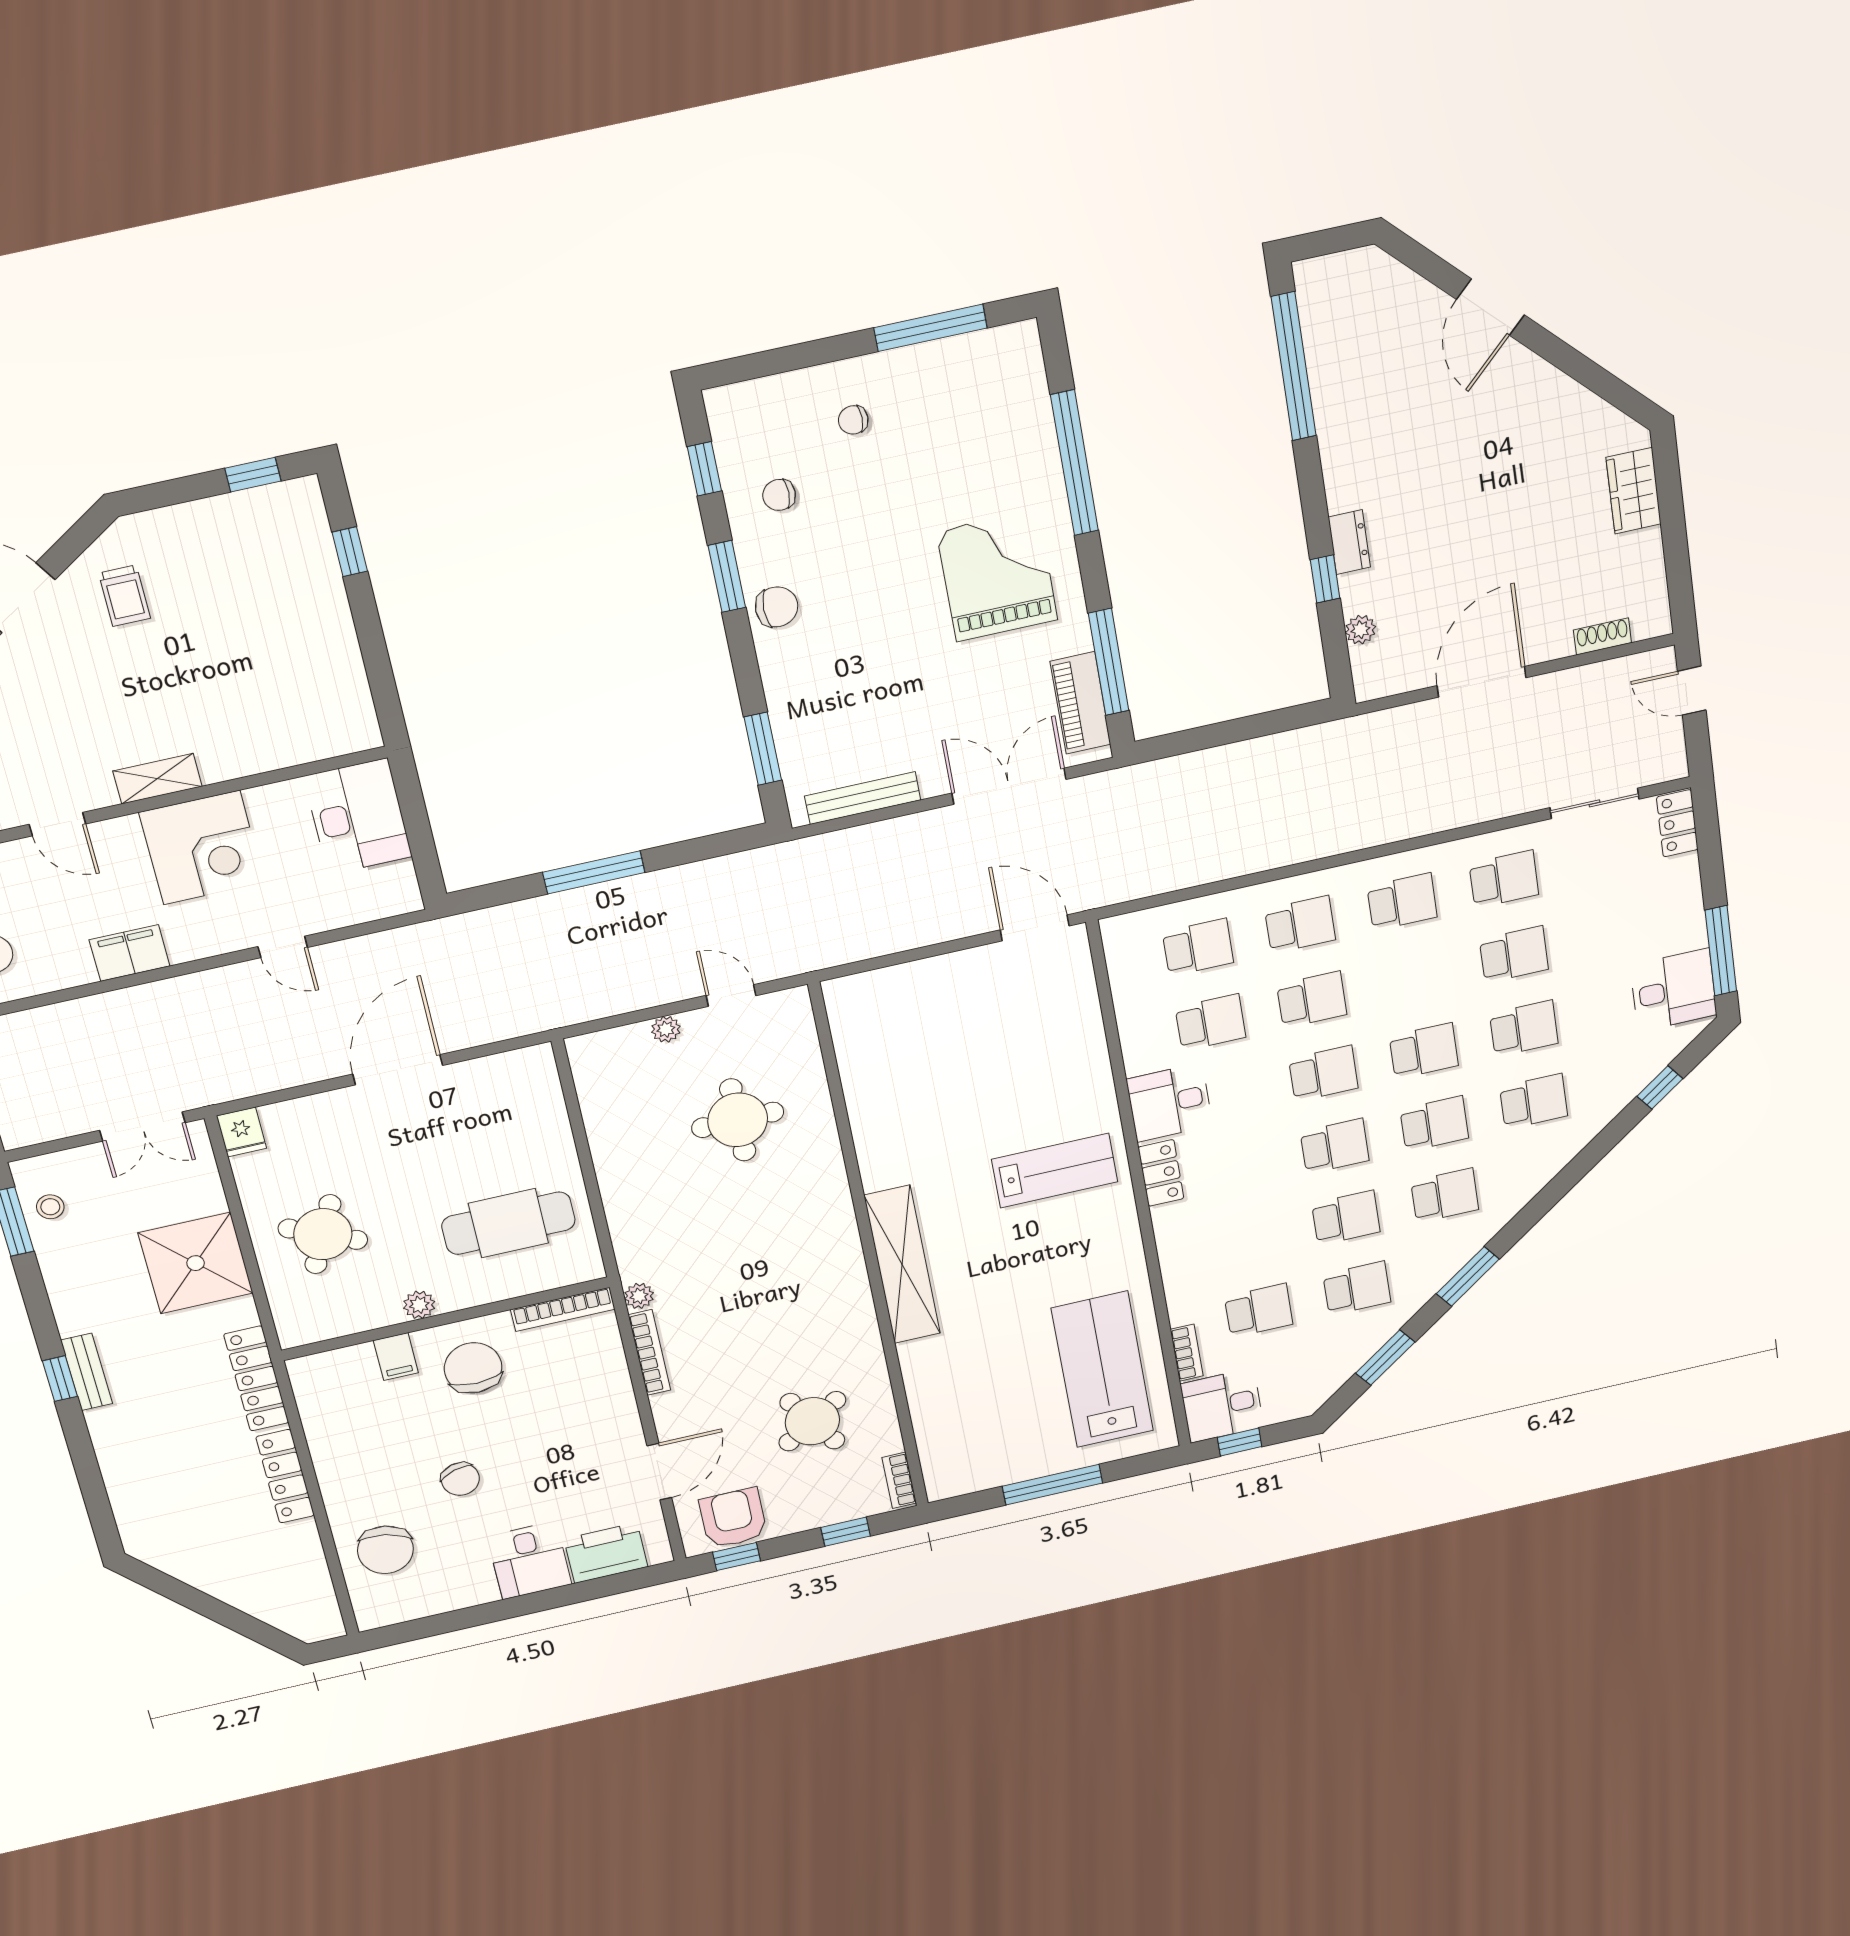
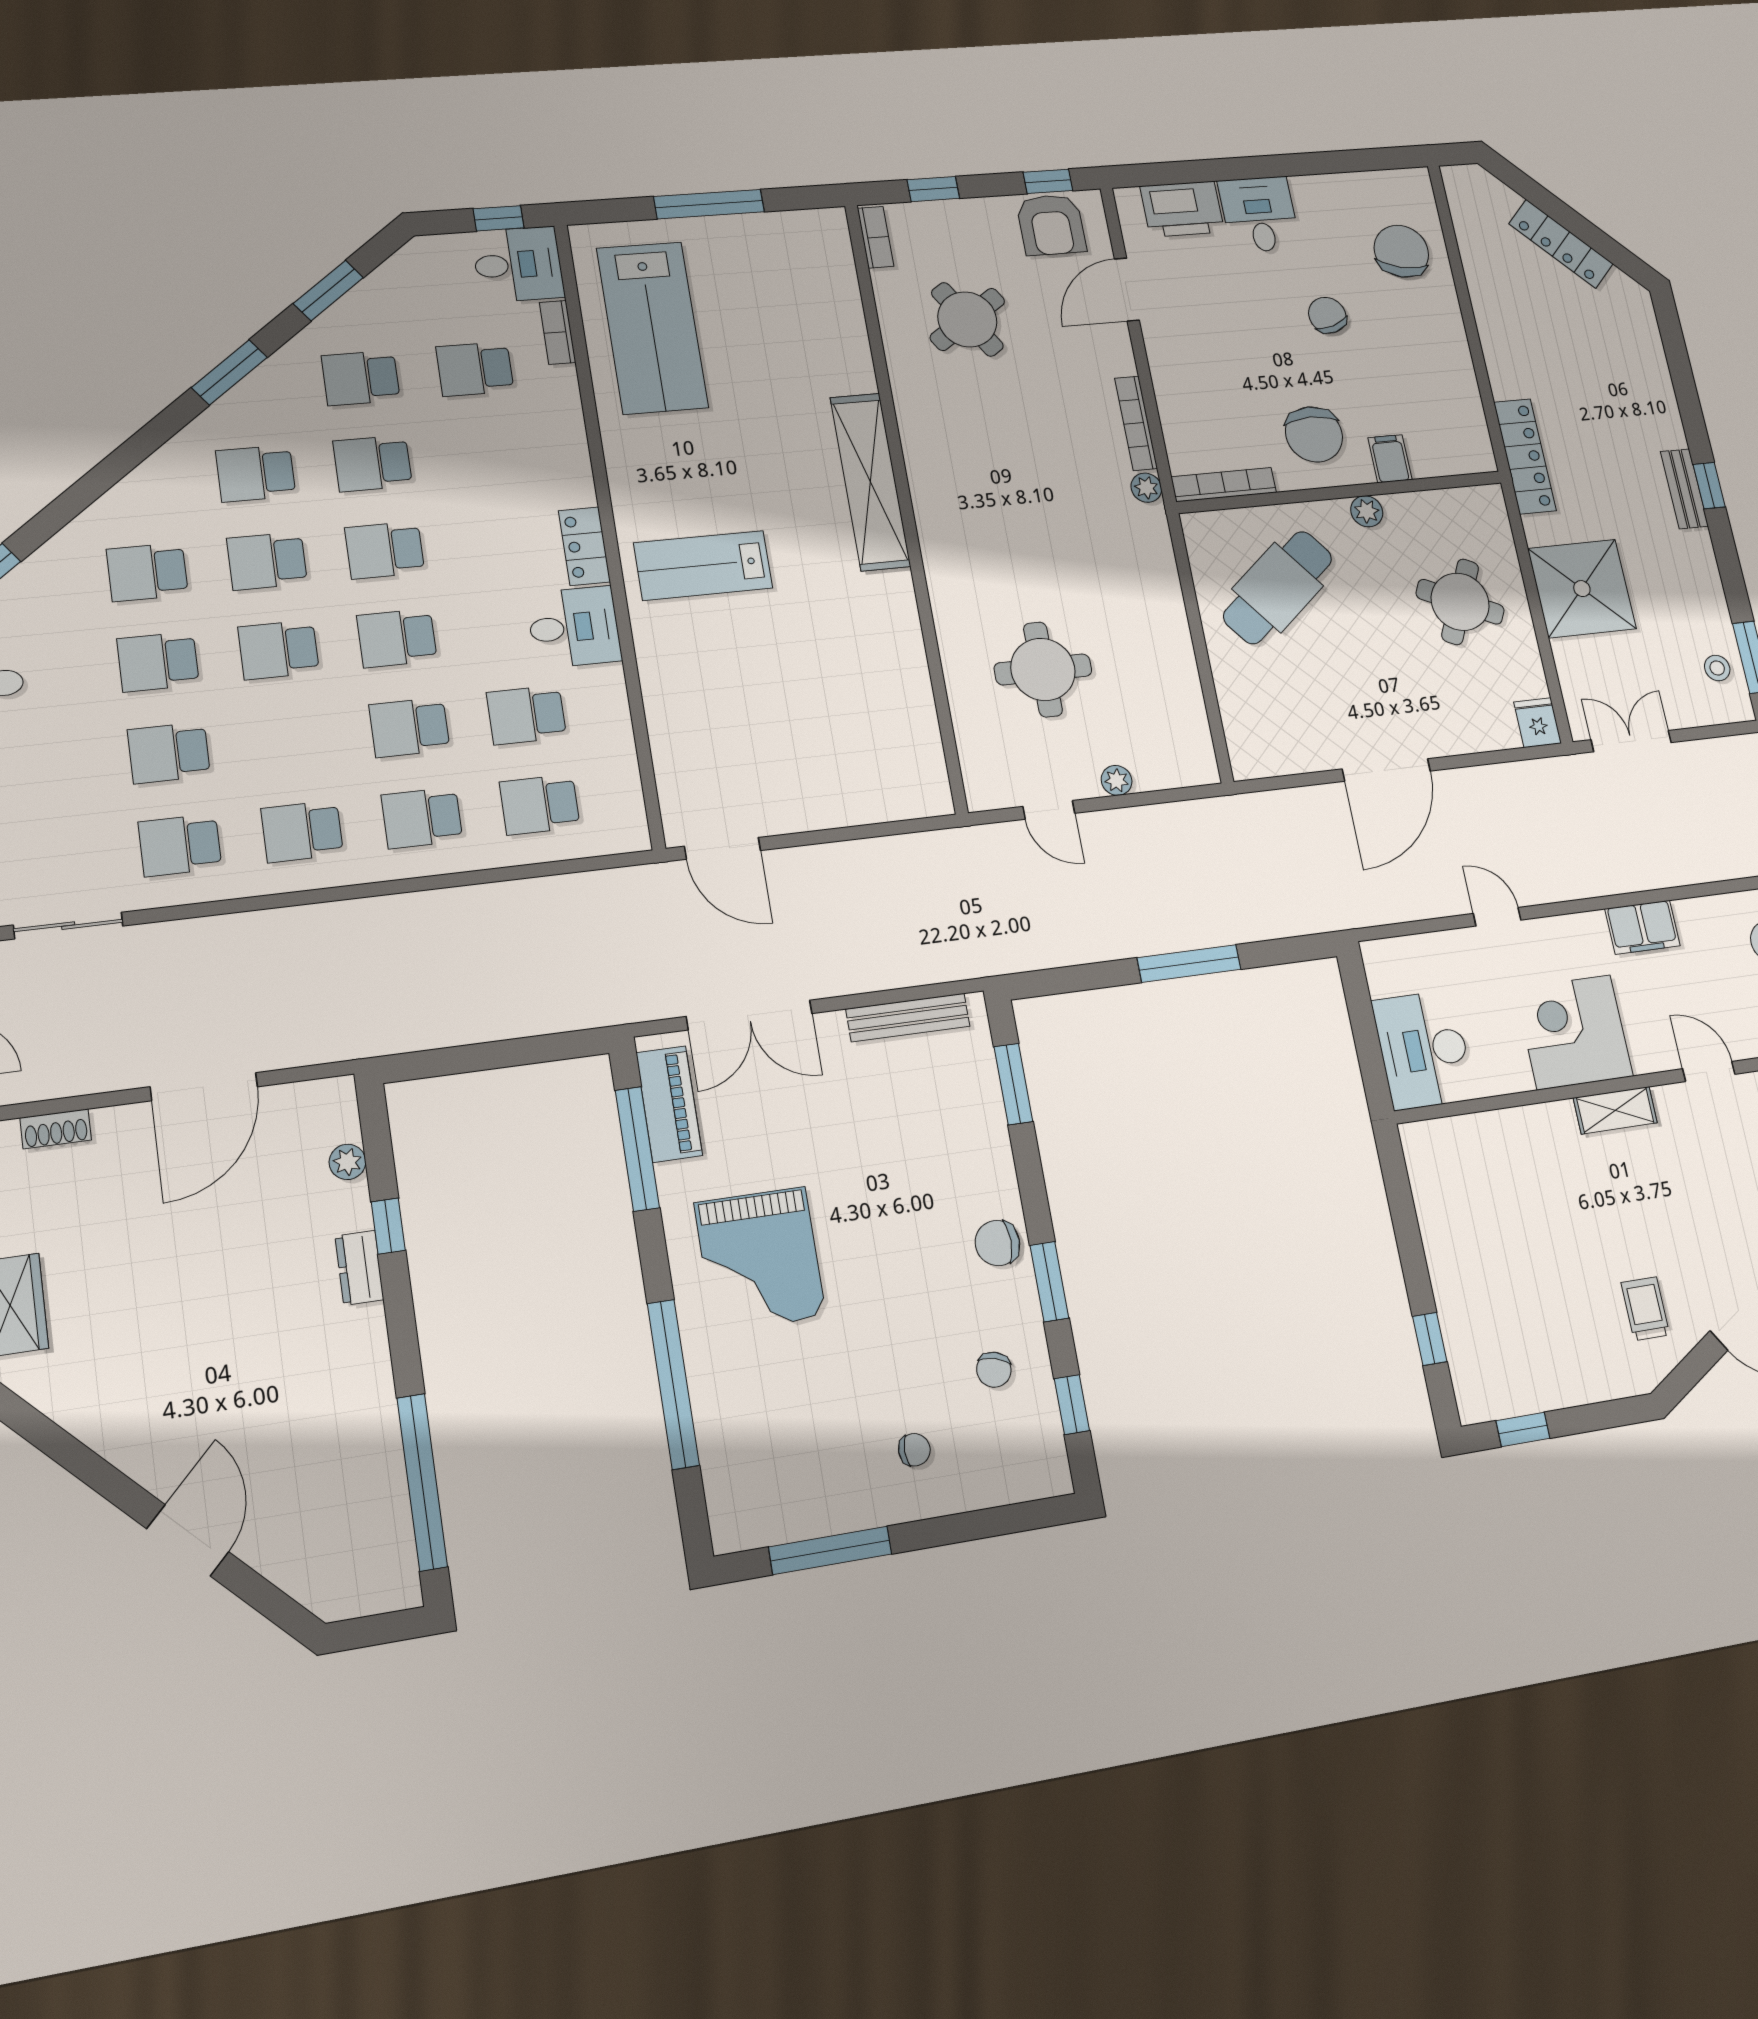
chair: (779, 495) -> (994, 1370), turned 105
cafe table: (508, 1223) -> (1278, 587), turned -39
locker: (285, 1476) -> (1561, 244), moved, turned 135

